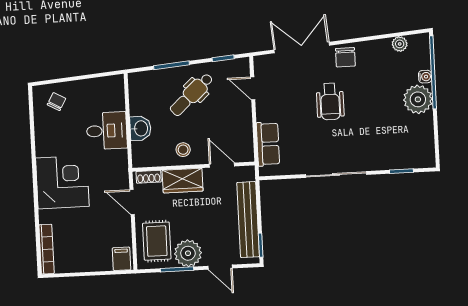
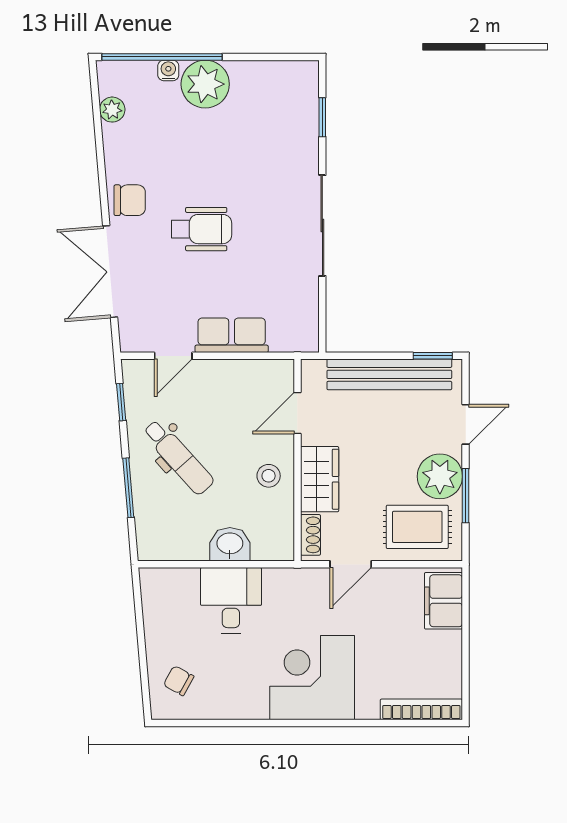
row of seats: (268, 144) -> (232, 335), moved
filing cabinet: (121, 259) -> (443, 601), width x2.00

